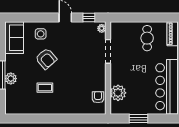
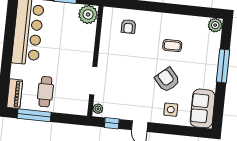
window: (155, 17) -> (34, 115), added
plant: (11, 79) -> (215, 25), moved
plant: (118, 93) -> (88, 14), moved
armchair: (98, 97) -> (128, 26), moved

